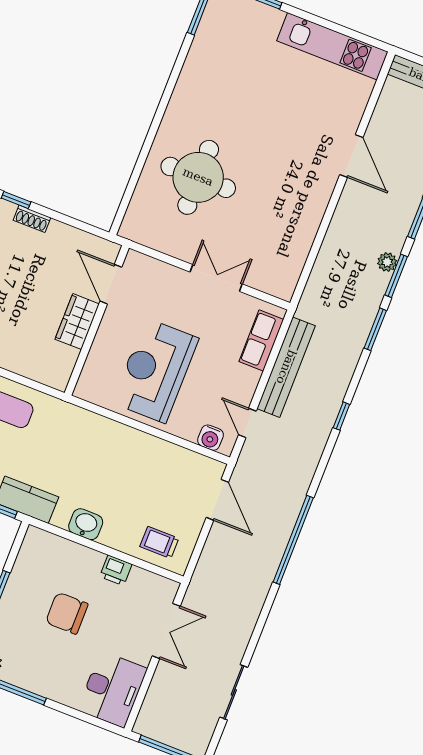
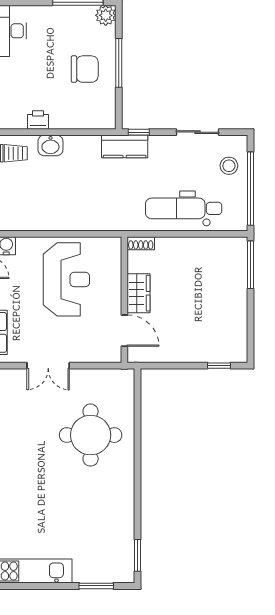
shoe rack: (32, 219) -> (141, 243), moved, turned 180
washbasin: (86, 524) -> (50, 145), moved
chair: (67, 613) -> (85, 69), moved

